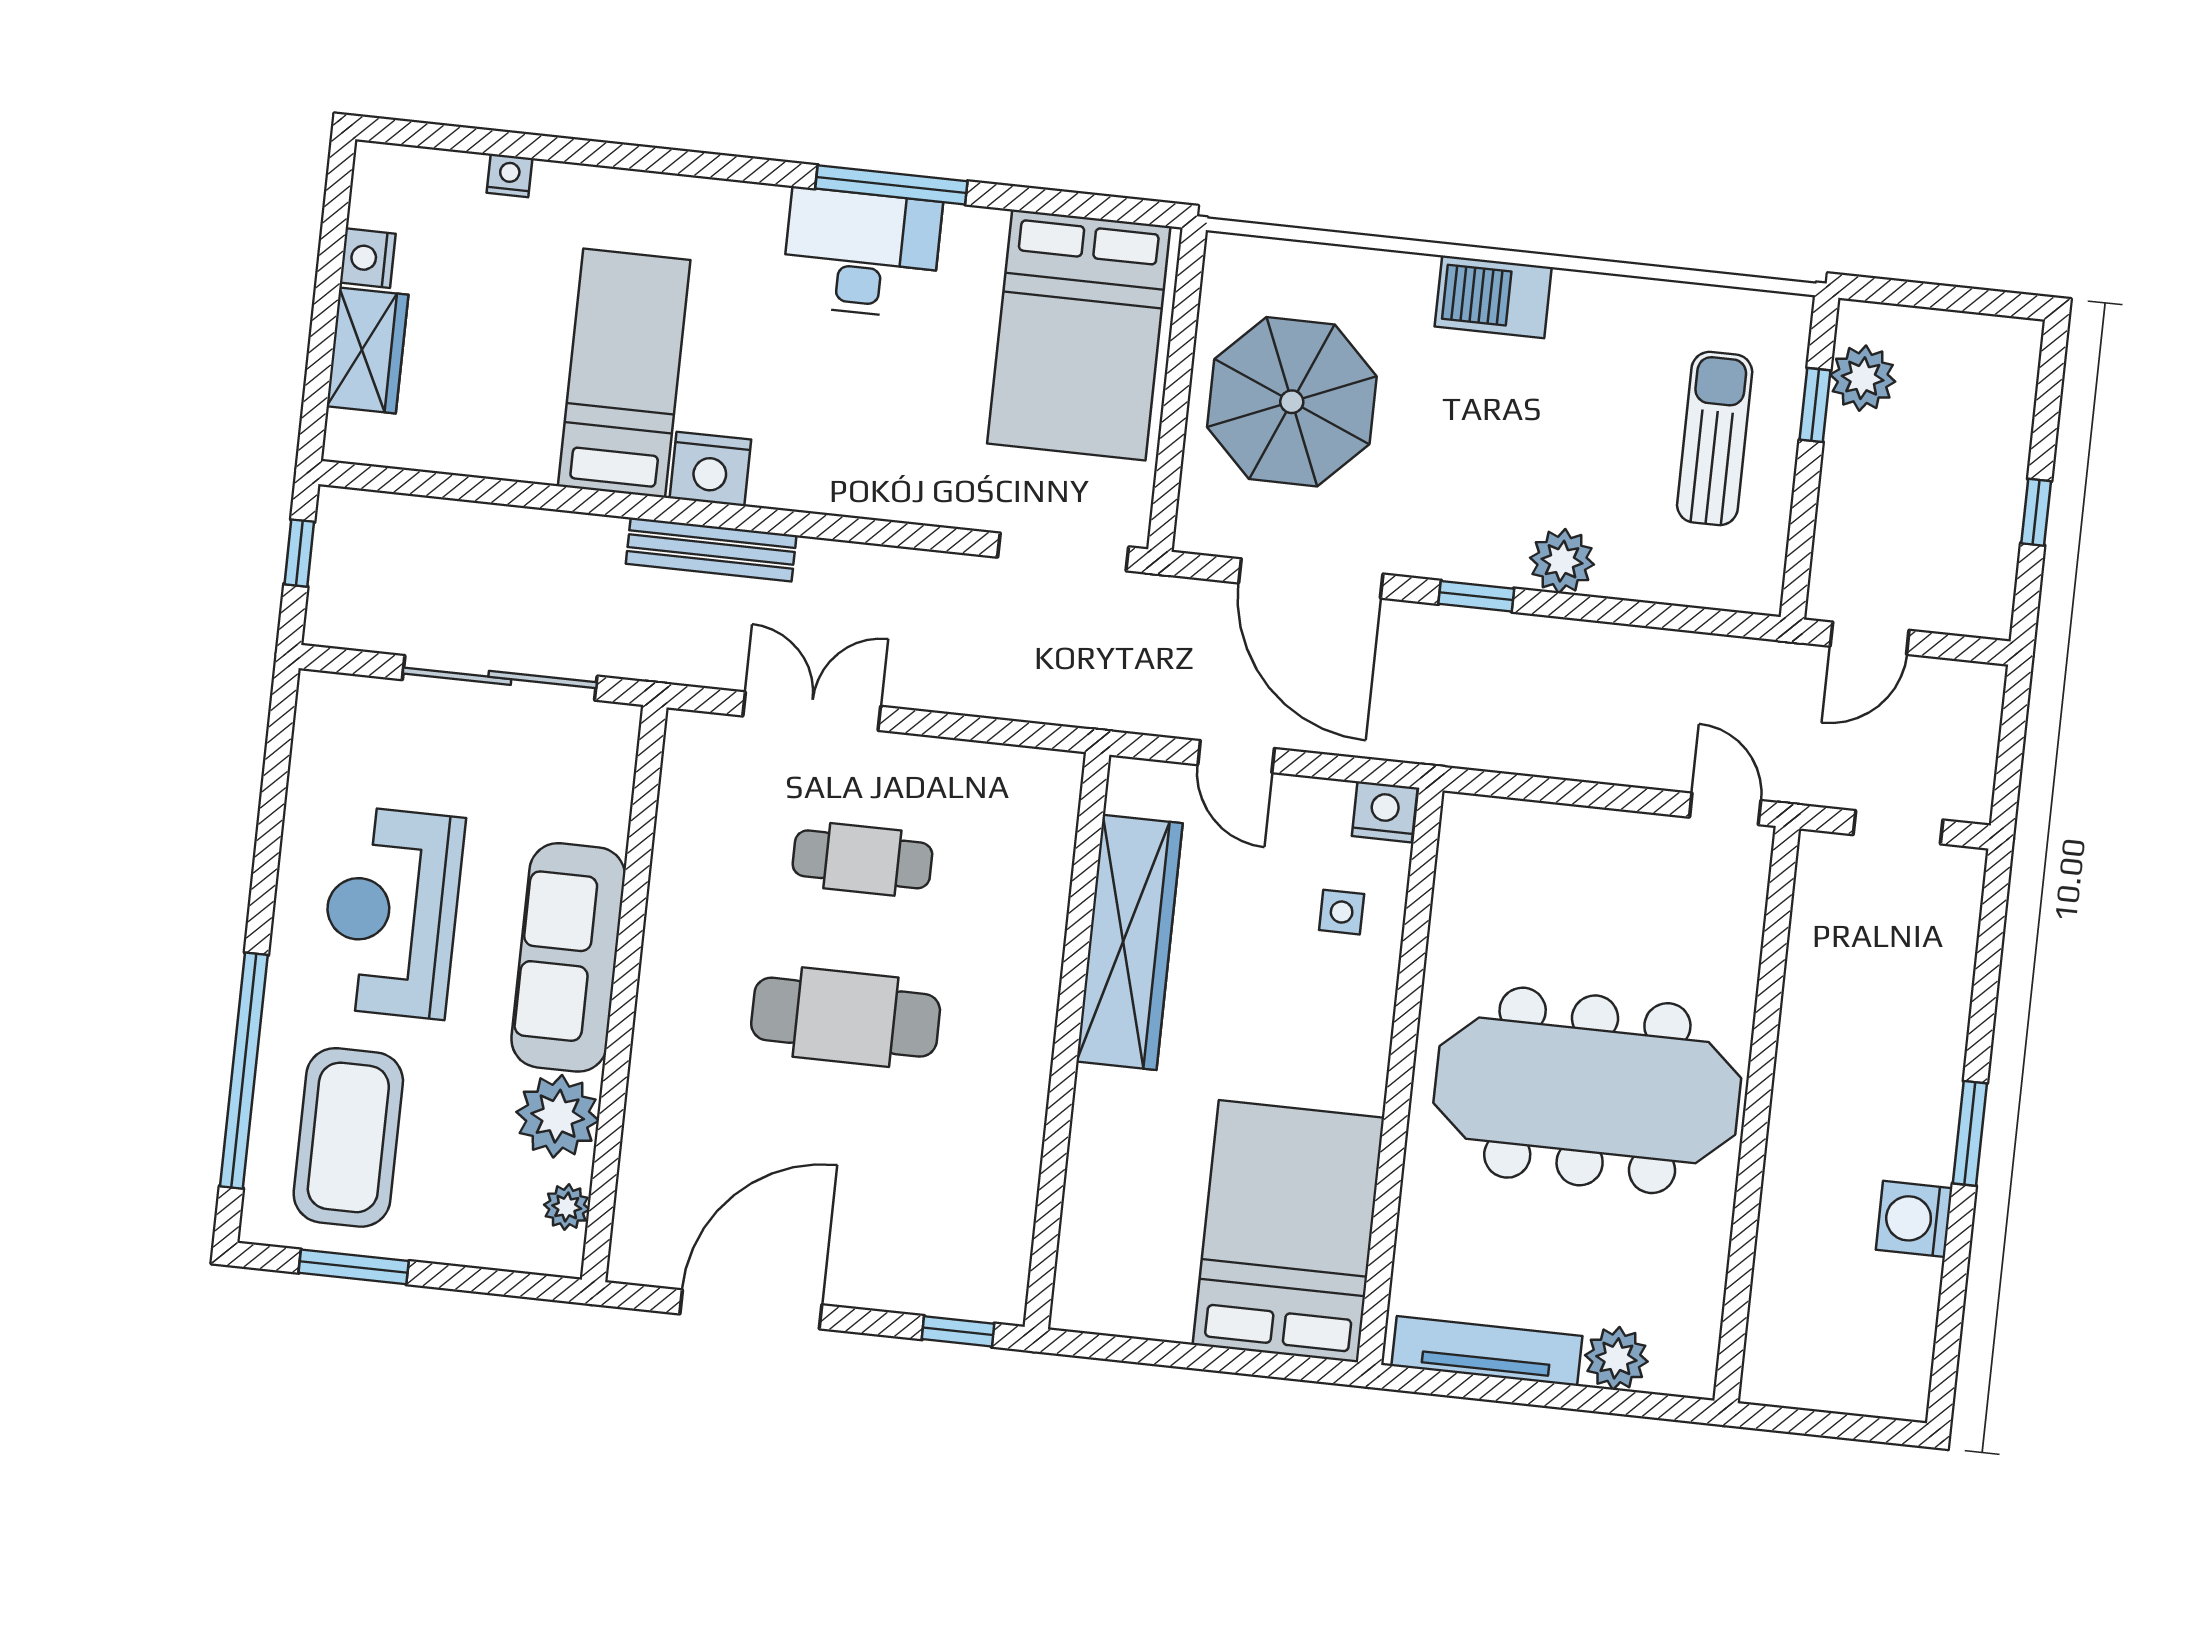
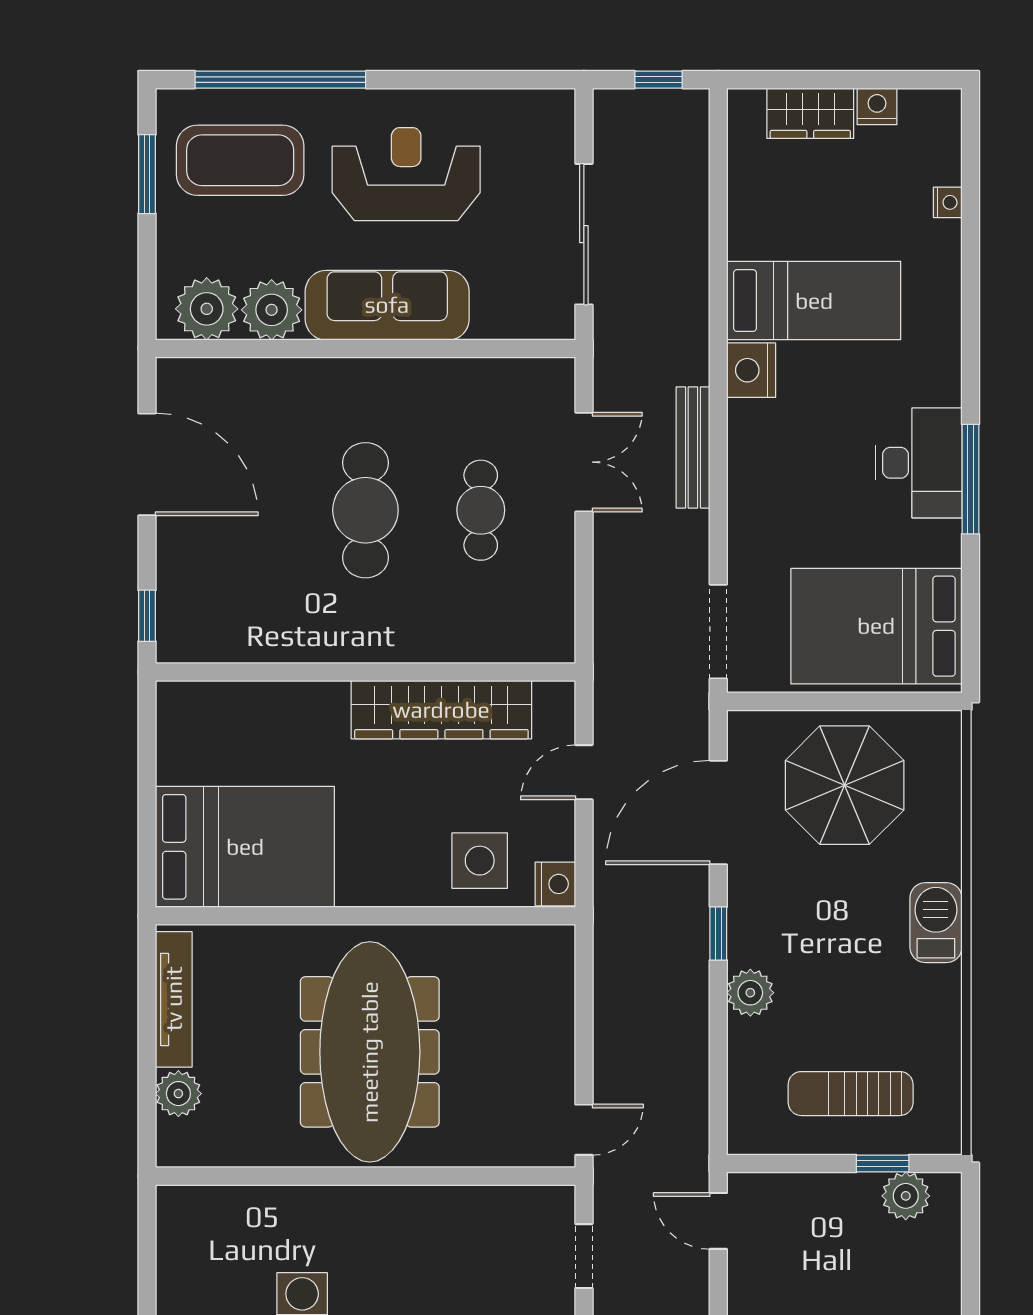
sun lounger: (1715, 439) -> (851, 1094), turned 180
bench: (711, 549) -> (693, 447), moved
side table: (1342, 912) -> (480, 861), width x1.87, depth x1.87
plant: (567, 1207) -> (207, 309), width x1.87, depth x1.87

